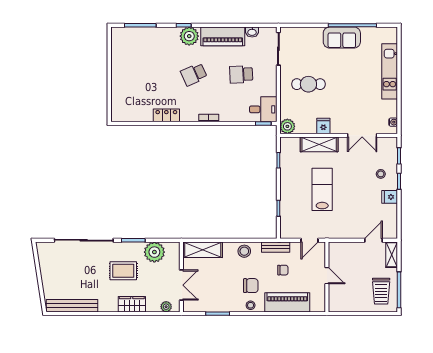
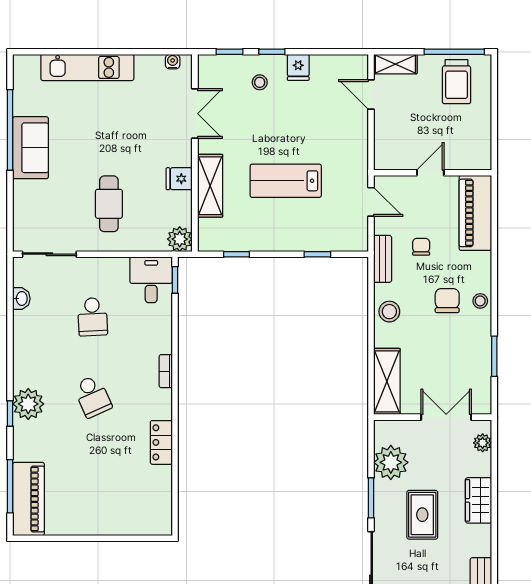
piano: (223, 36) -> (28, 499), moved
trolley: (381, 291) -> (457, 82), turned 90
piano: (287, 302) -> (475, 213), moved

